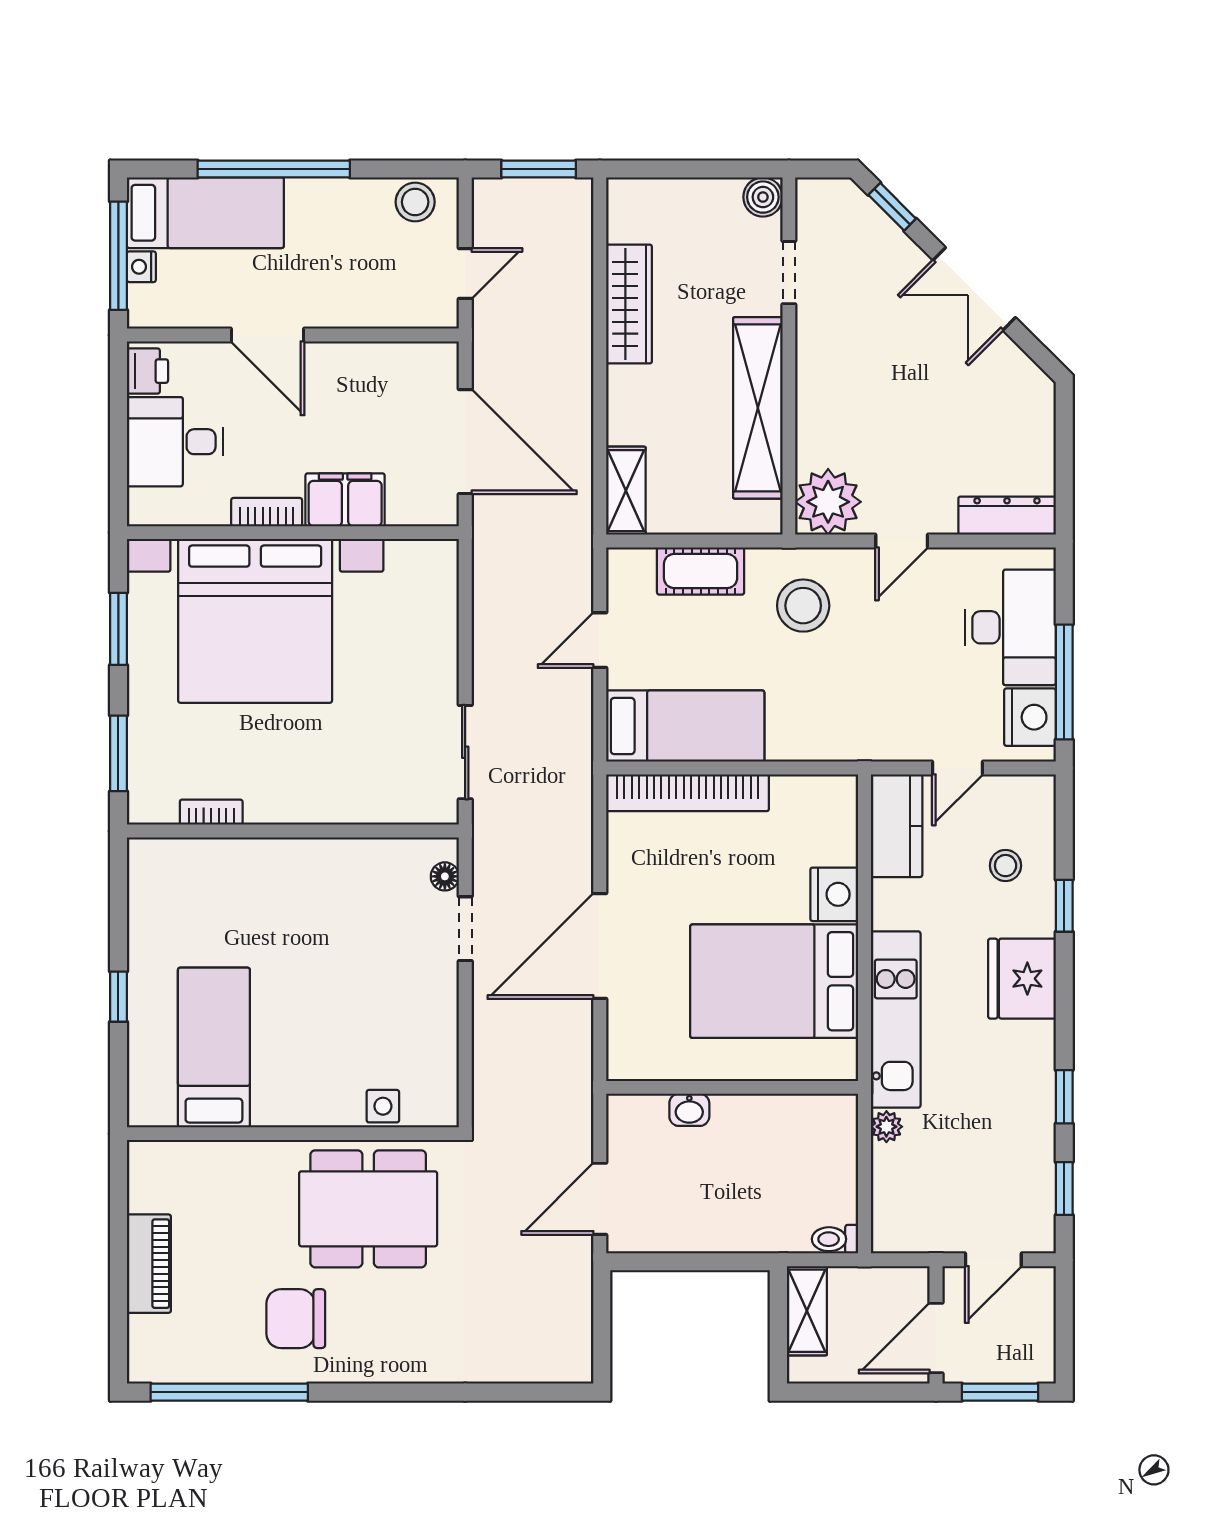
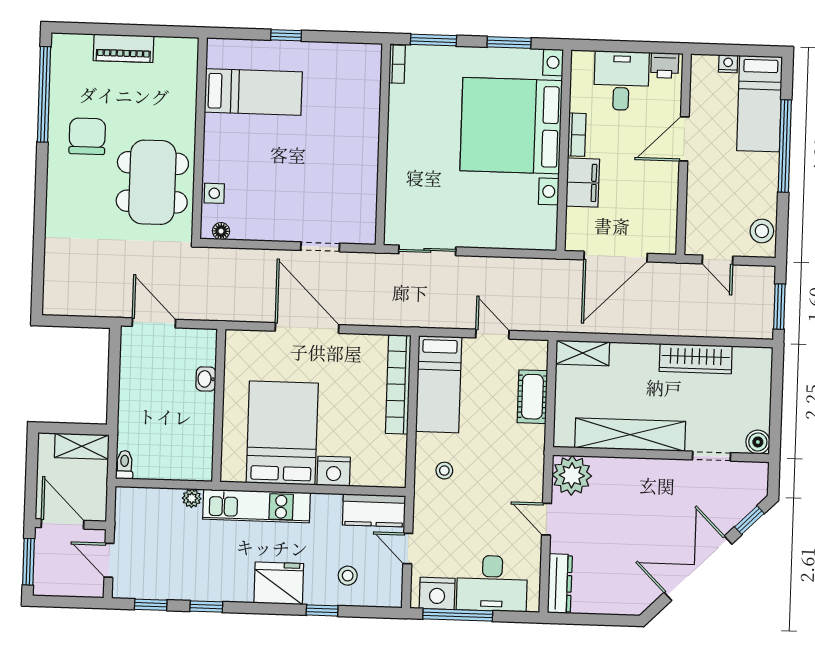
window: (118, 256) -> (735, 50), removed
double door: (974, 289) -> (698, 568), width x1.37
stool: (803, 606) -> (444, 471), moved, width x0.53, depth x0.53
bookcase: (211, 812) -> (397, 64), moved
floor lamp: (445, 876) -> (221, 231), moved

